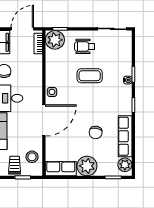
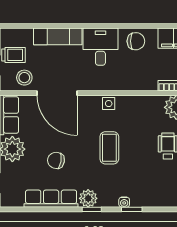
coffee table: (90, 76) -> (109, 148), moved
door: (44, 120) -> (57, 93), moved
plant: (125, 165) -> (88, 198), moved

